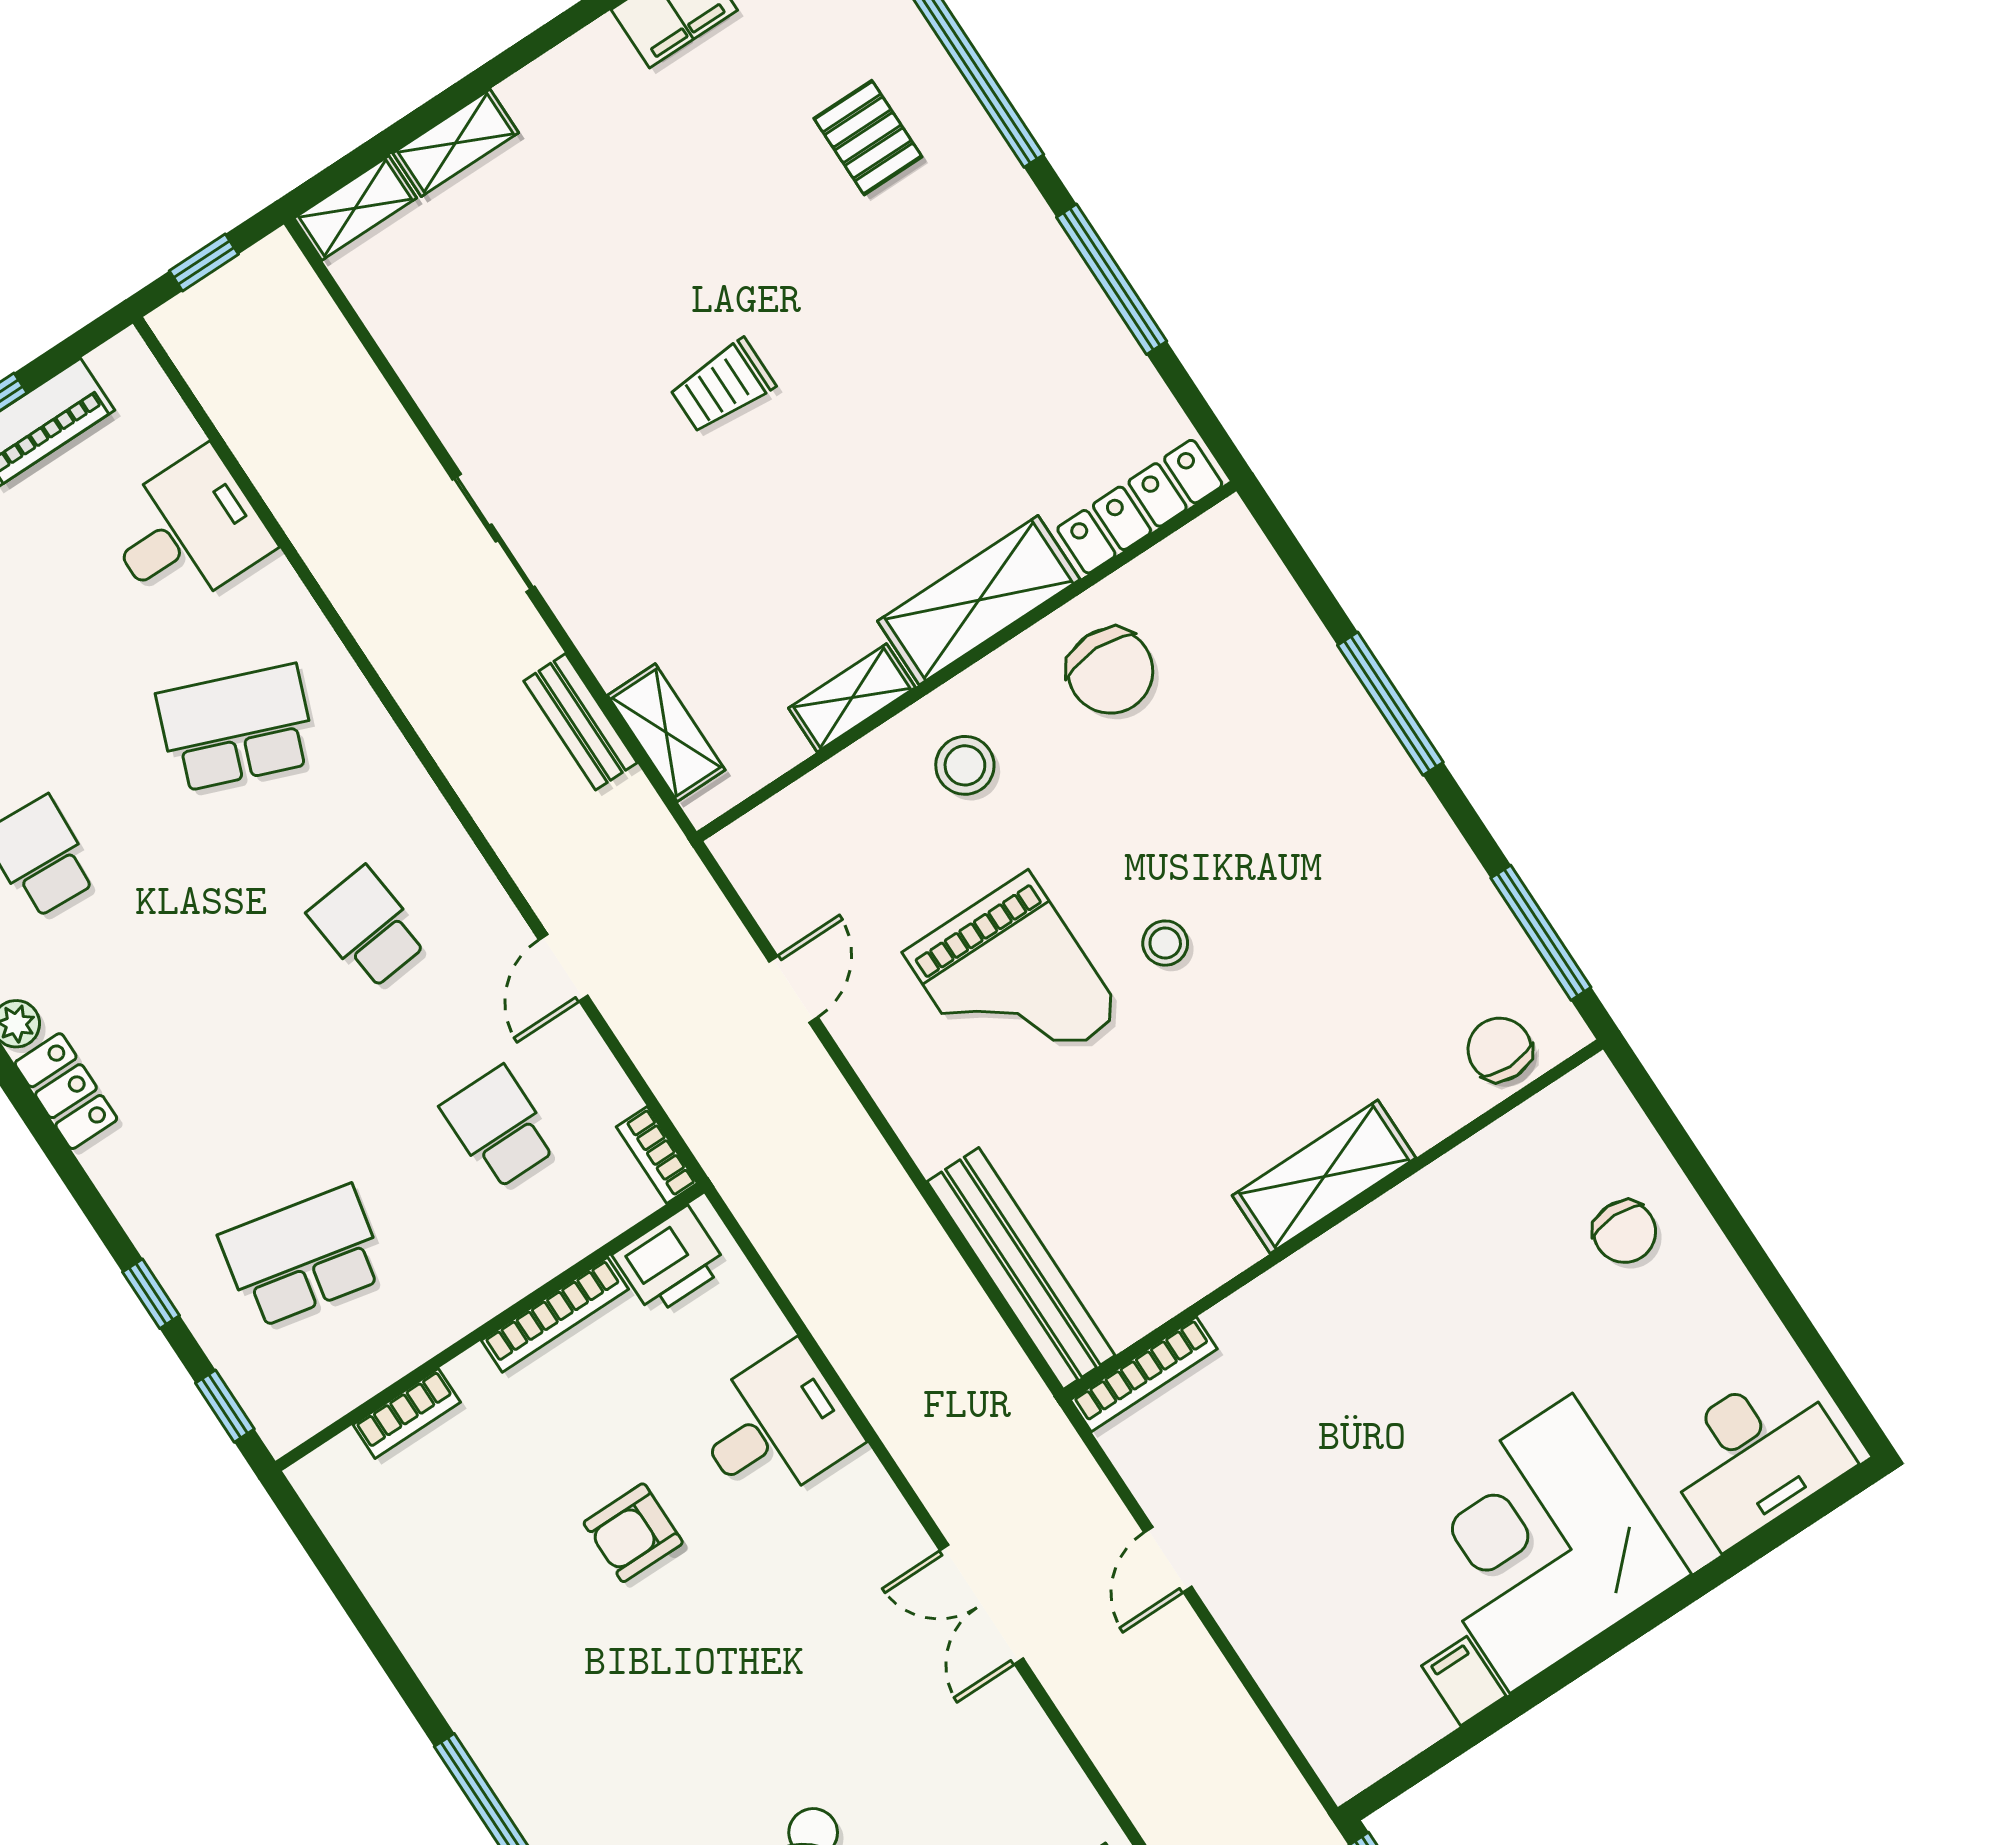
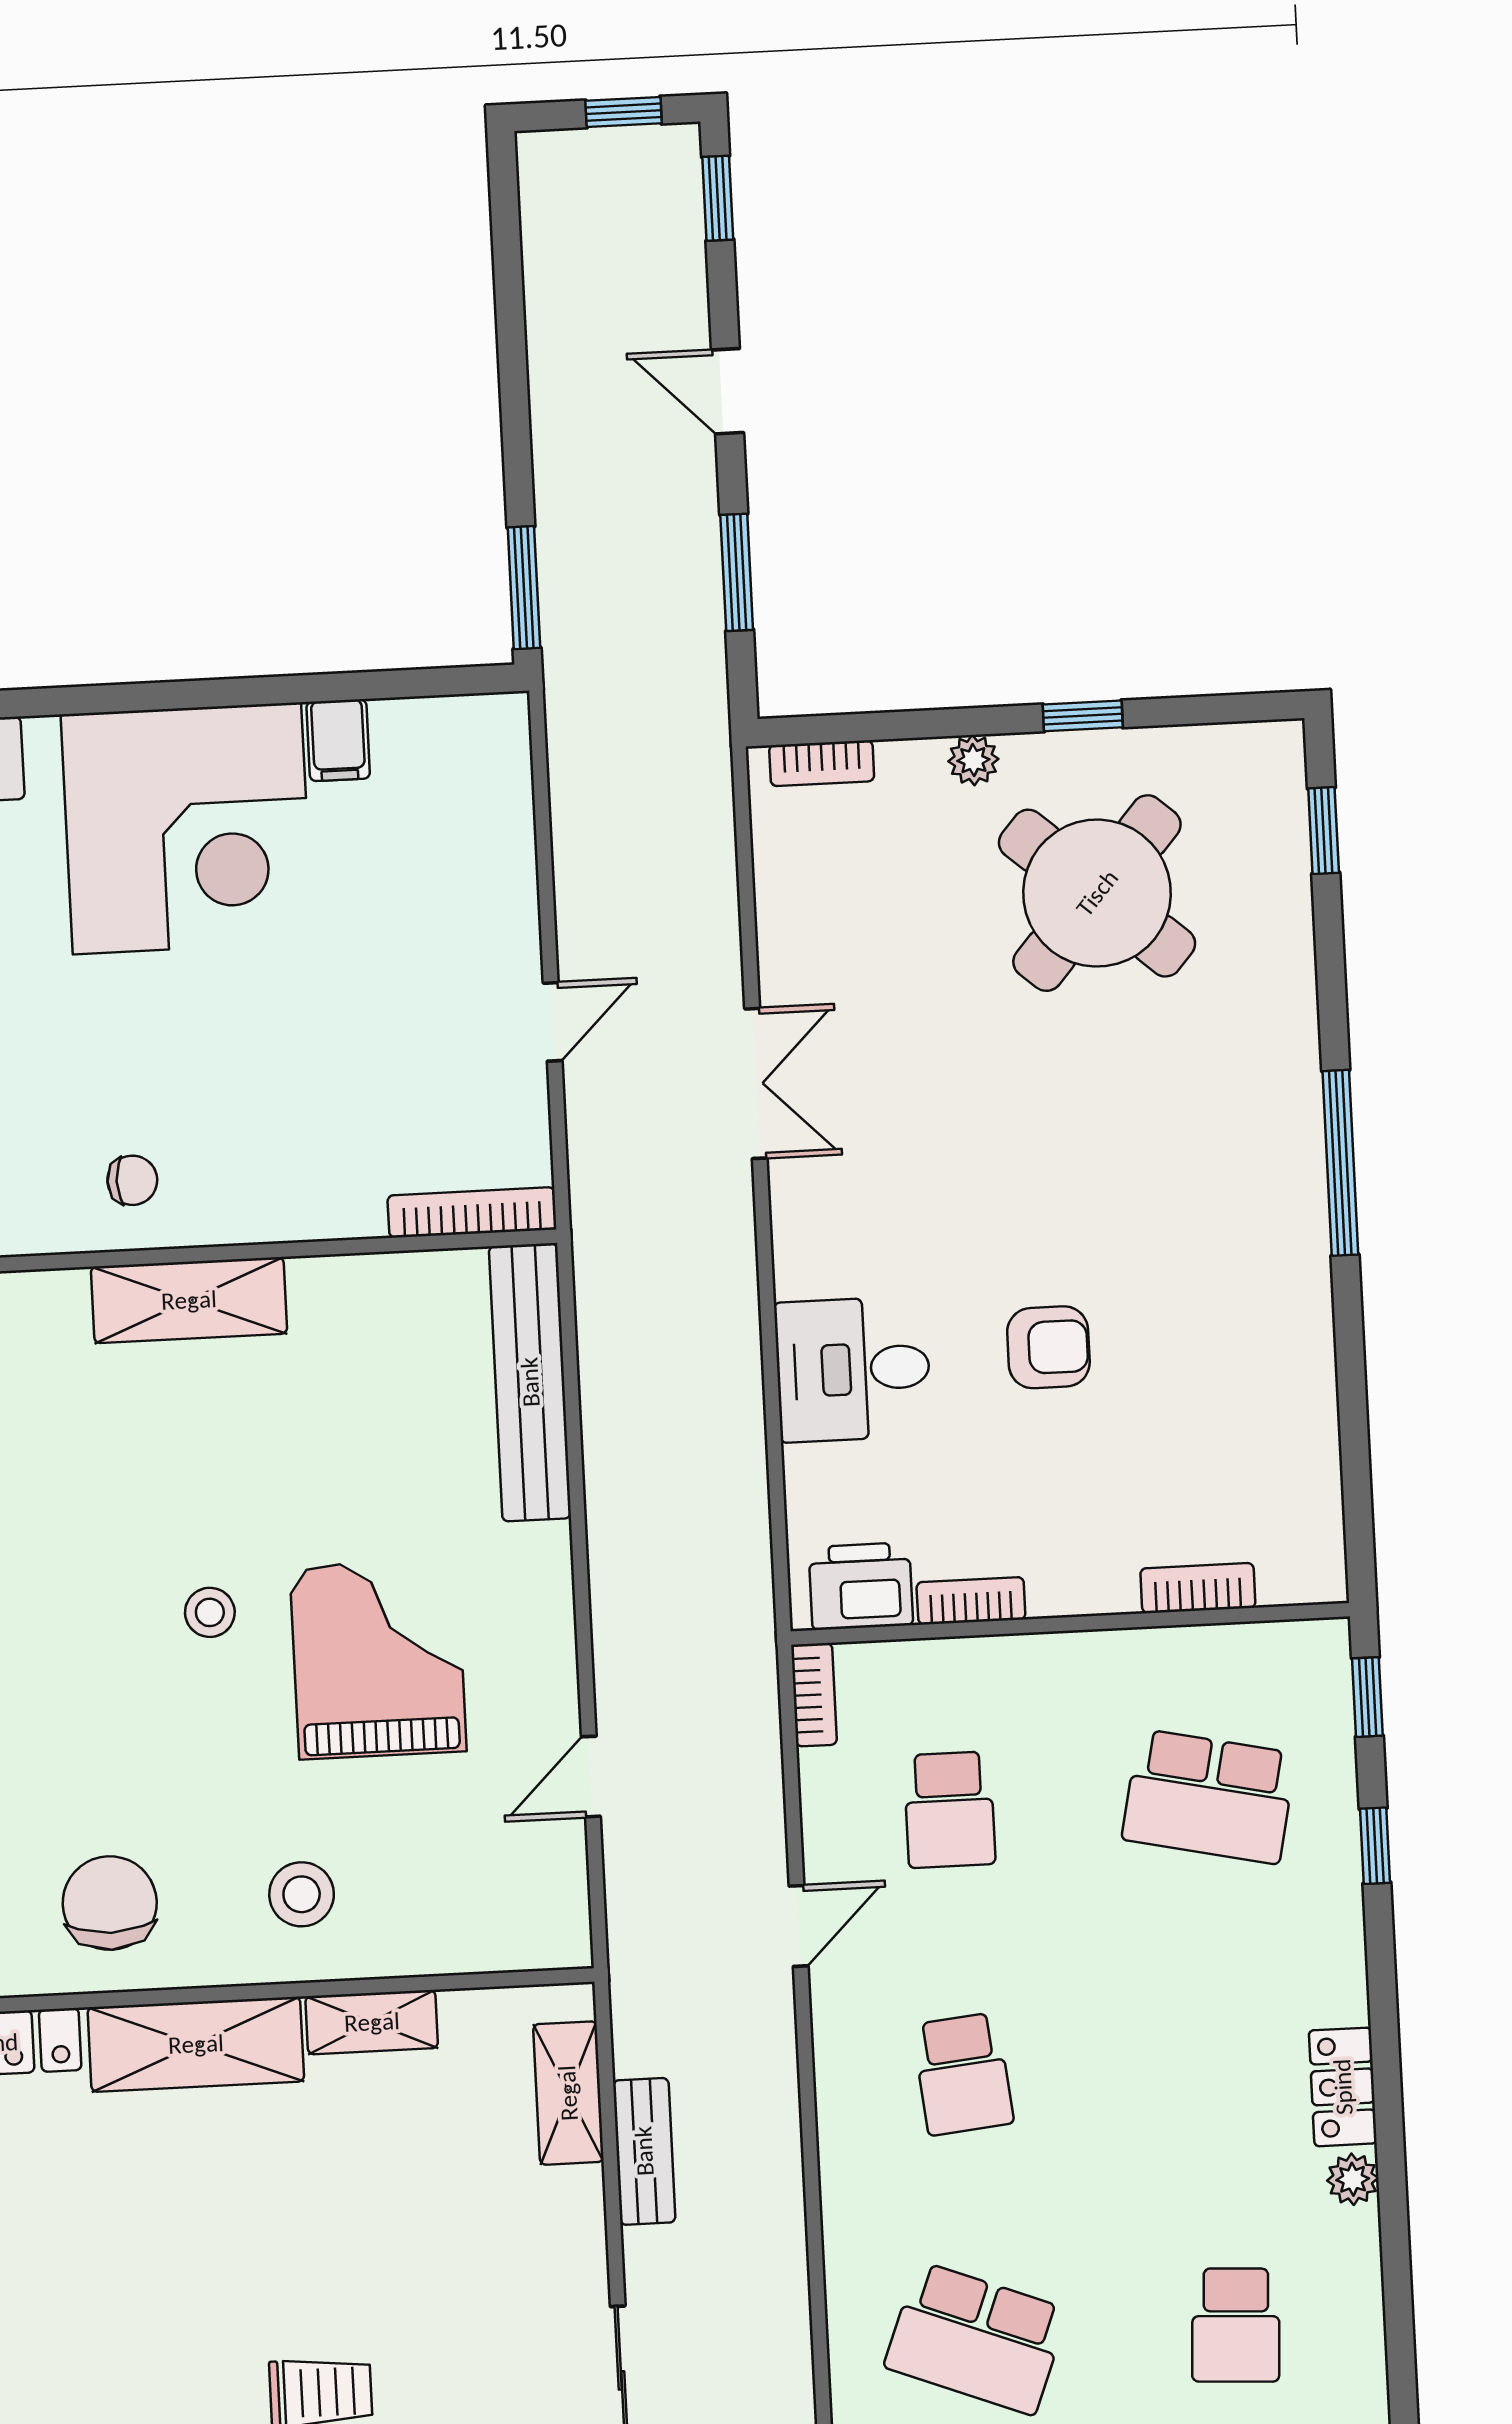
chair: (1423, 1244) -> (132, 1180), added
bookcase: (555, 1315) -> (971, 1601), width x0.64

